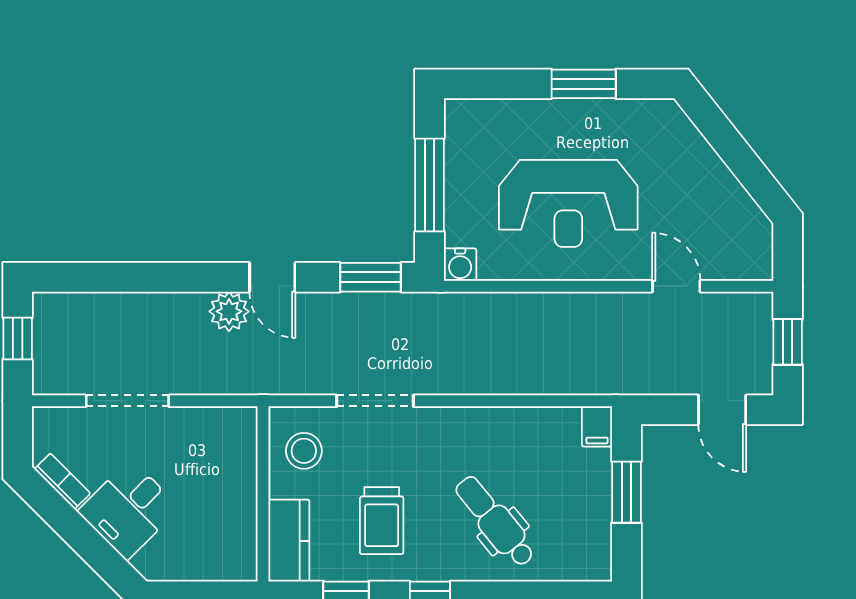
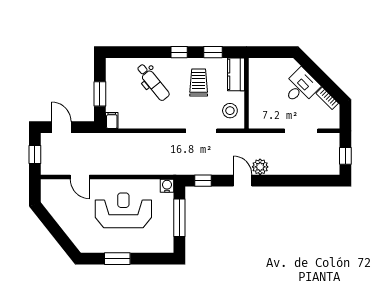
window: (370, 277) -> (203, 181), width x0.67

